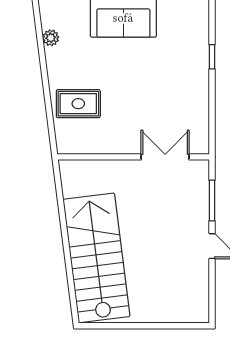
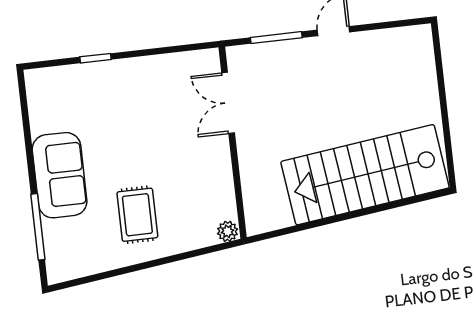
plant: (51, 38) -> (227, 231), moved
rug: (78, 104) -> (137, 215), moved

